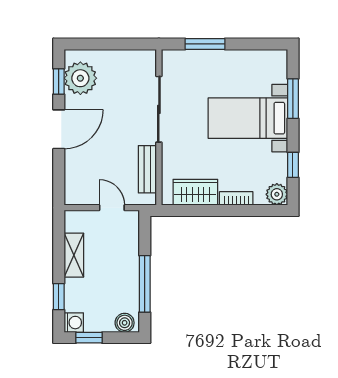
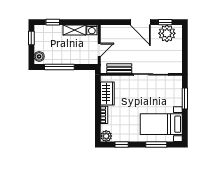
bed with nightstands: (248, 118) -> (161, 124), moved, turned -90
washing machine: (74, 323) -> (92, 30), moved

